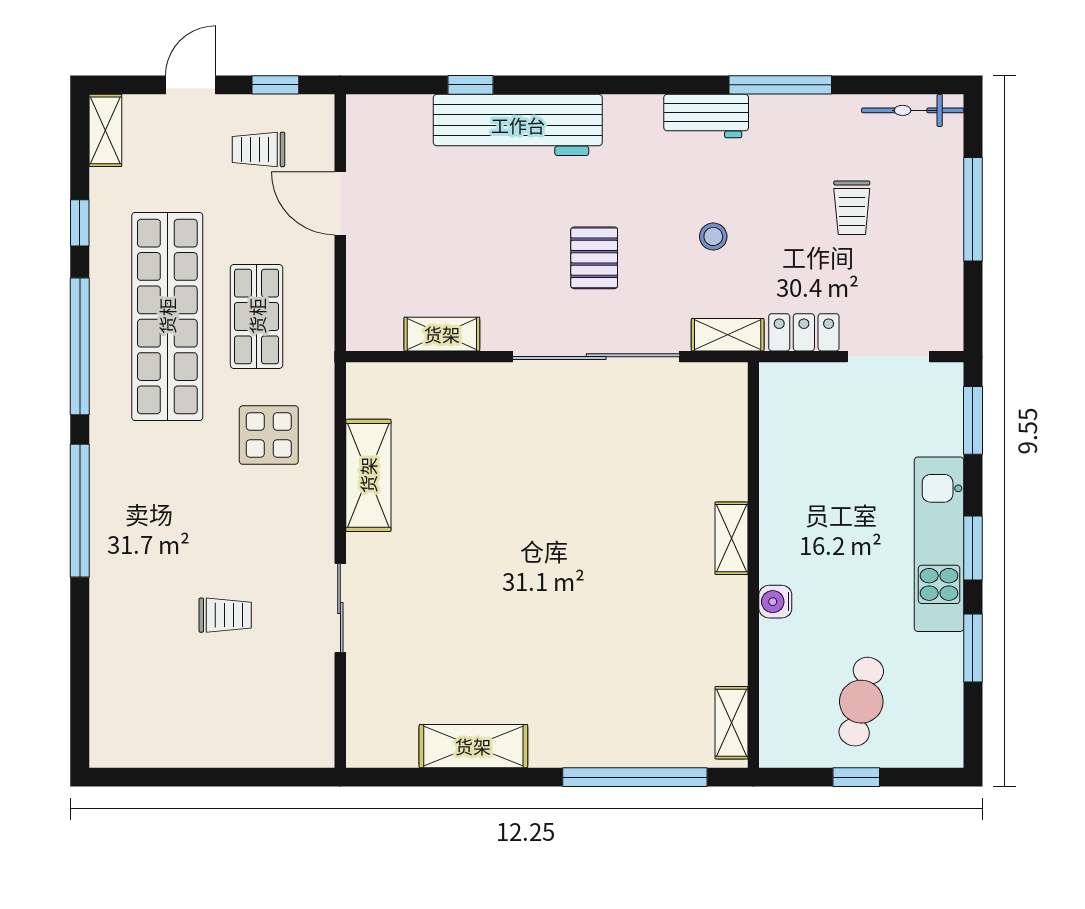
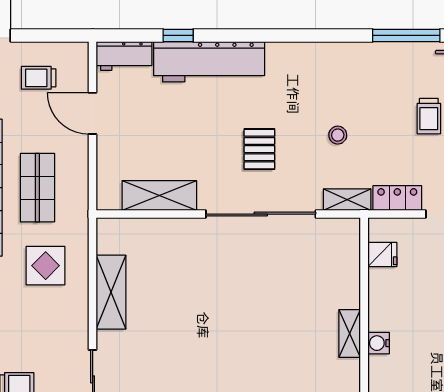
window: (275, 85) -> (50, 35), removed
window: (780, 85) -> (406, 35), moved
workbench: (706, 116) -> (124, 56), moved
shelving: (442, 334) -> (159, 195), width x1.50, depth x1.33
fridge: (781, 418) -> (382, 254), added
water cooler: (775, 602) -> (379, 343), moved

